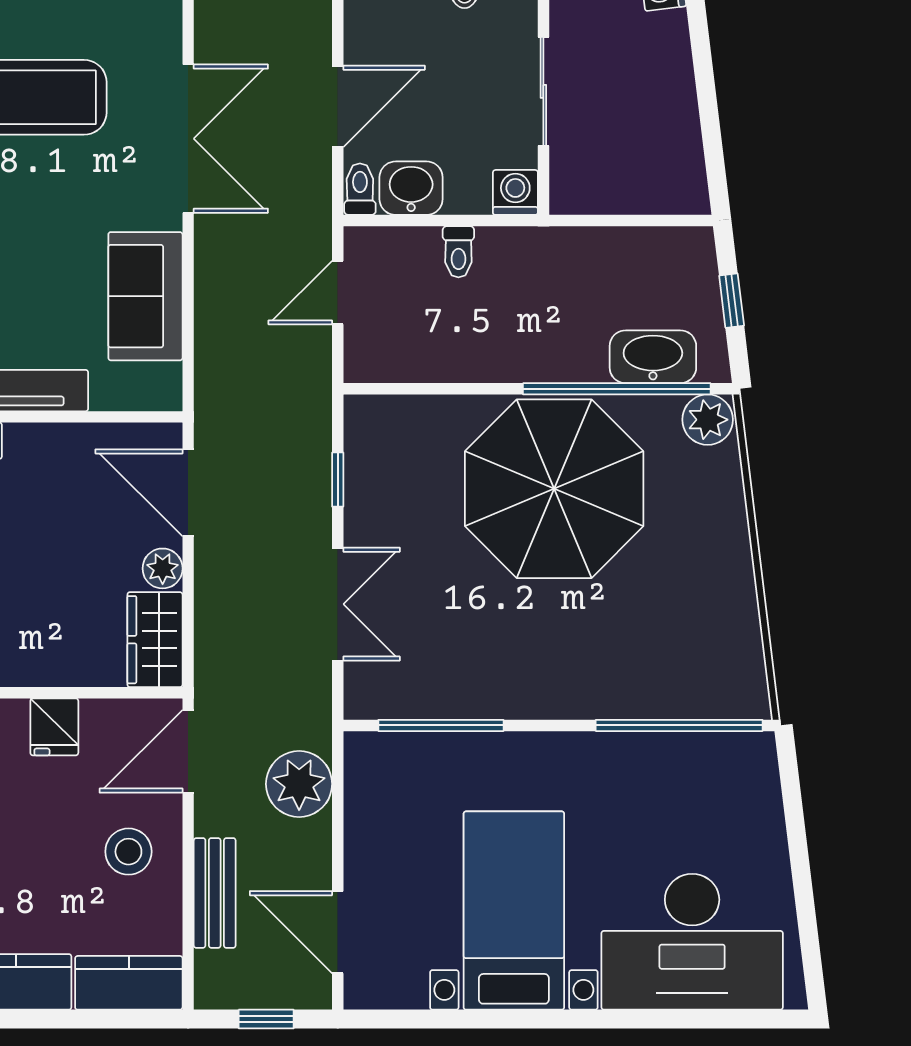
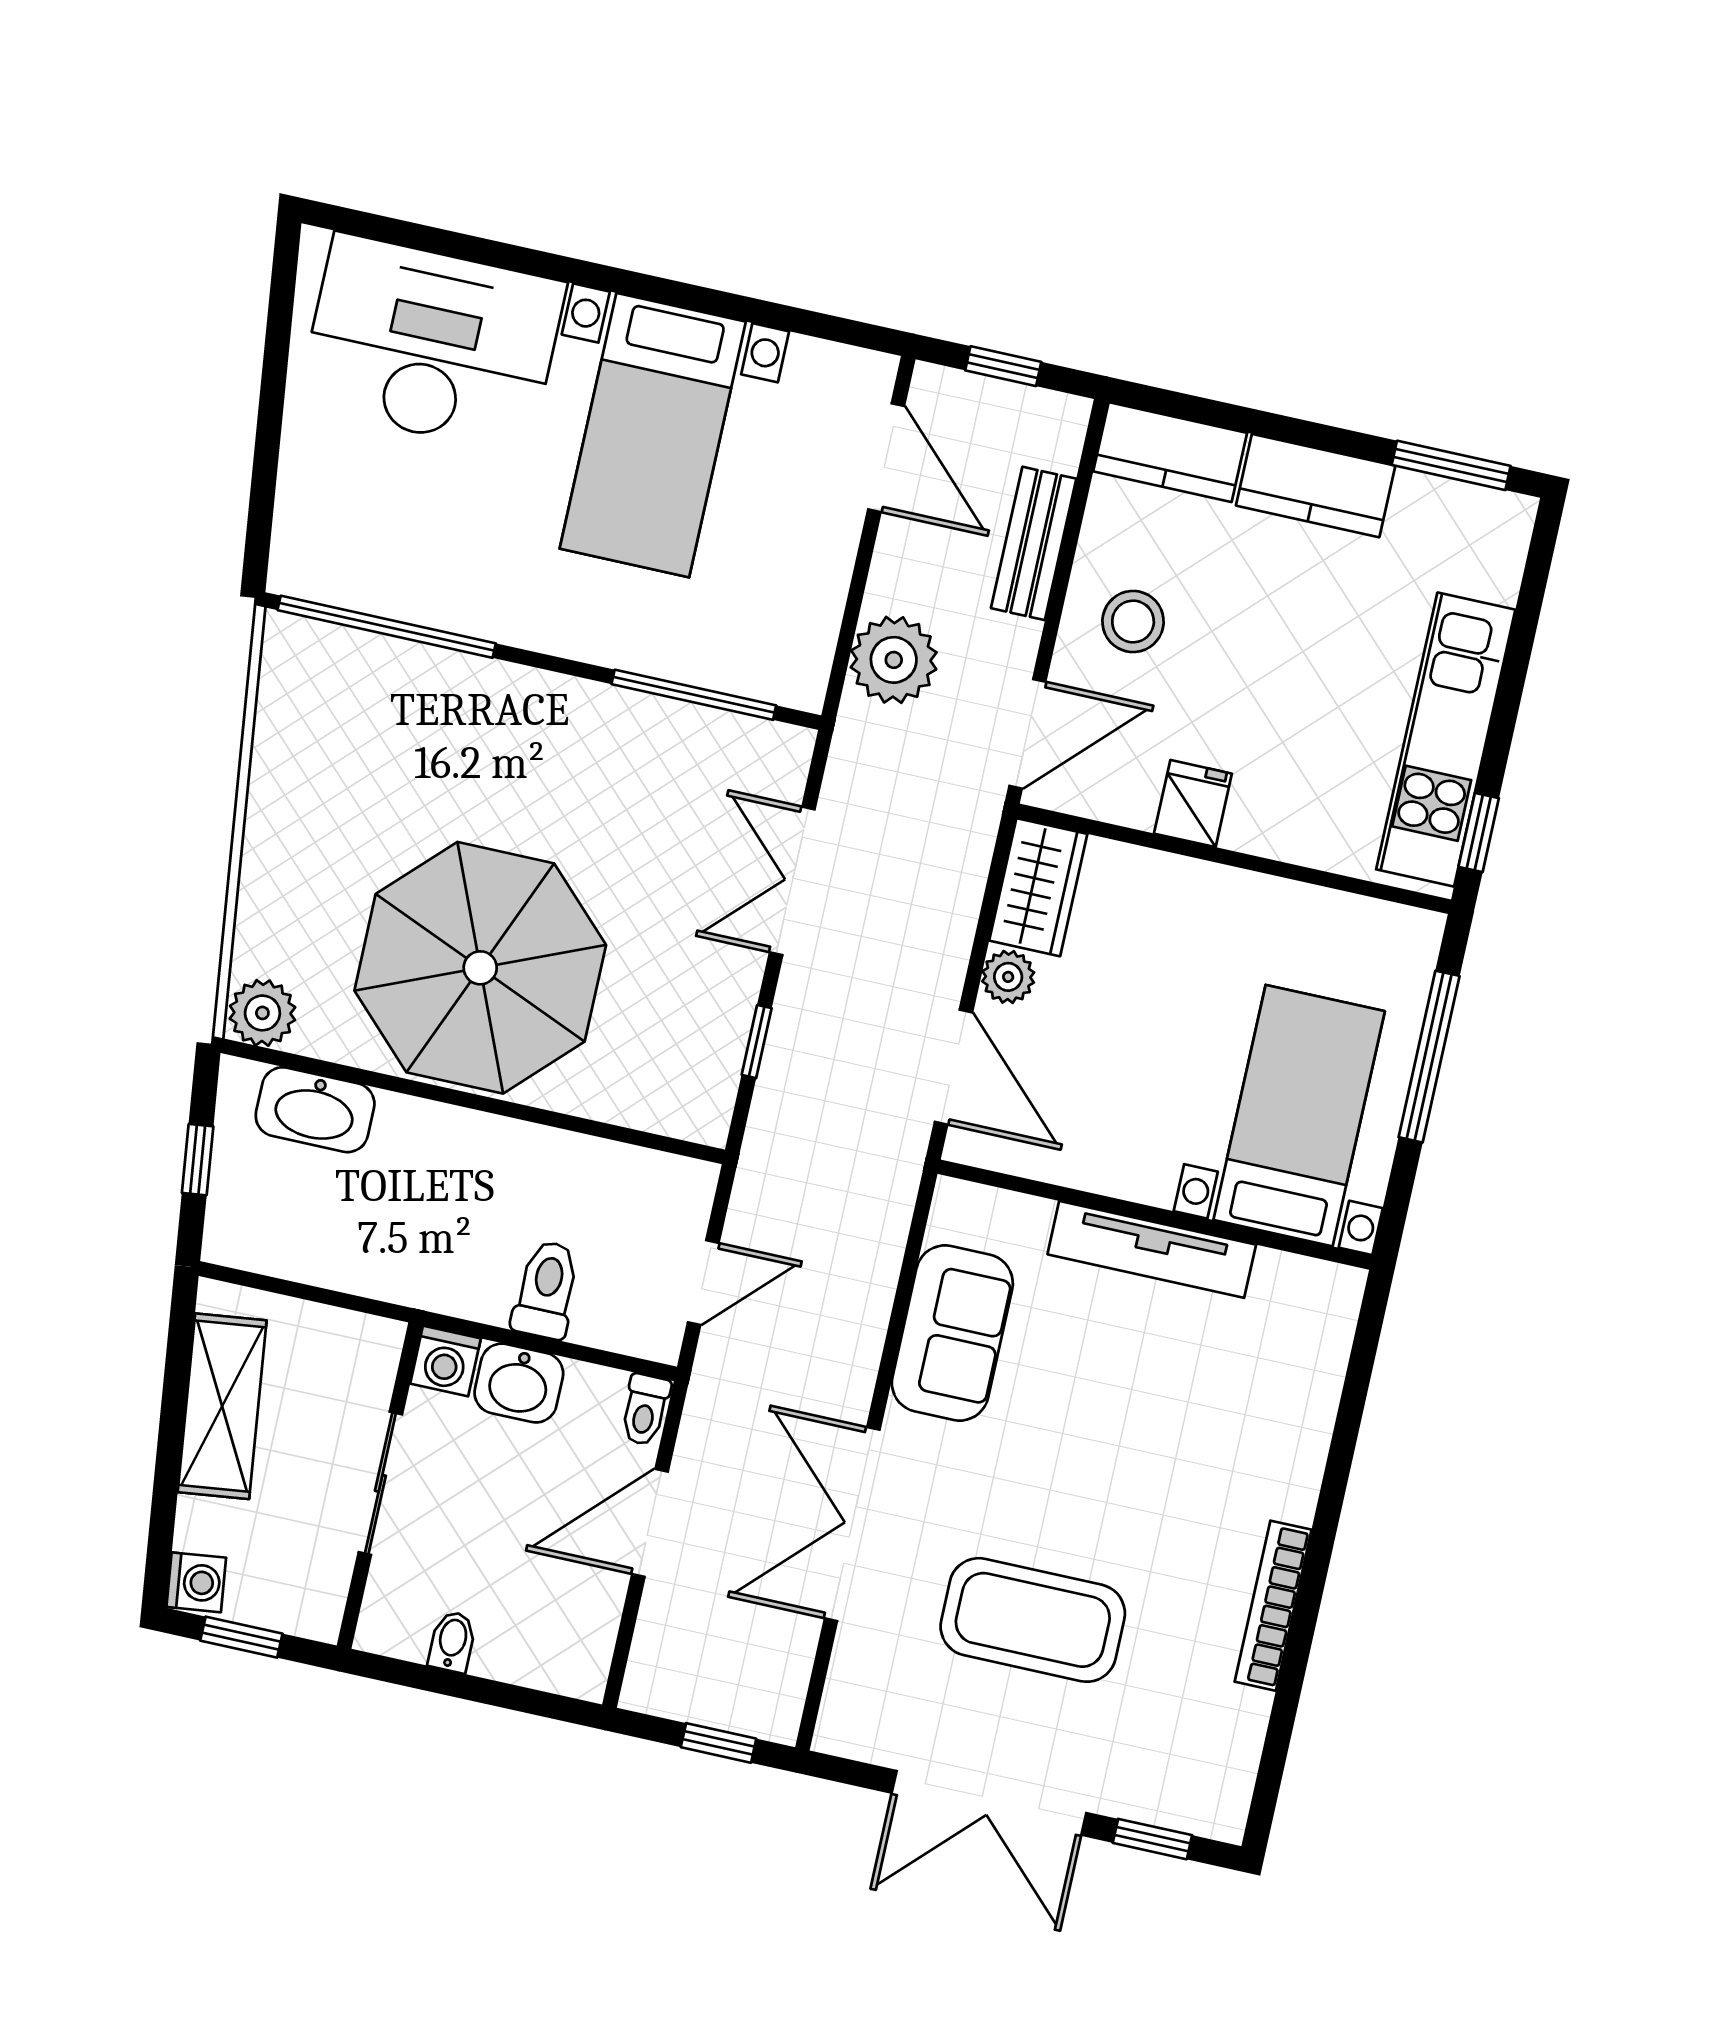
shelving: (673, 122) -> (222, 1406), added
washbasin: (411, 188) -> (519, 1383), moved
toilet: (458, 252) -> (546, 1290), width x1.37, depth x1.39
window: (617, 389) -> (371, 1079), removed

